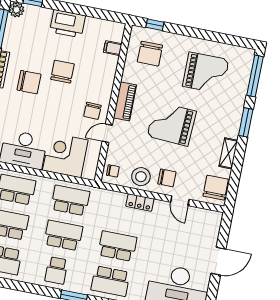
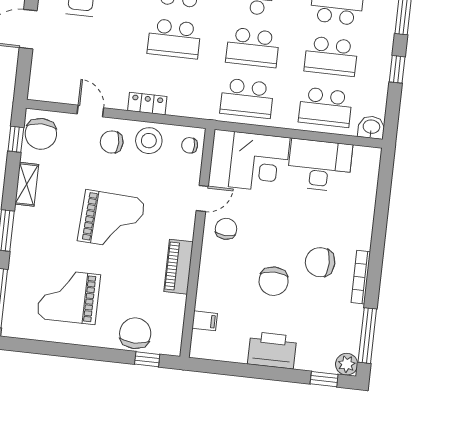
chair: (150, 54) -> (135, 333), moved
piano: (125, 101) -> (178, 267), moved
window: (233, 185) -> (16, 139), added

